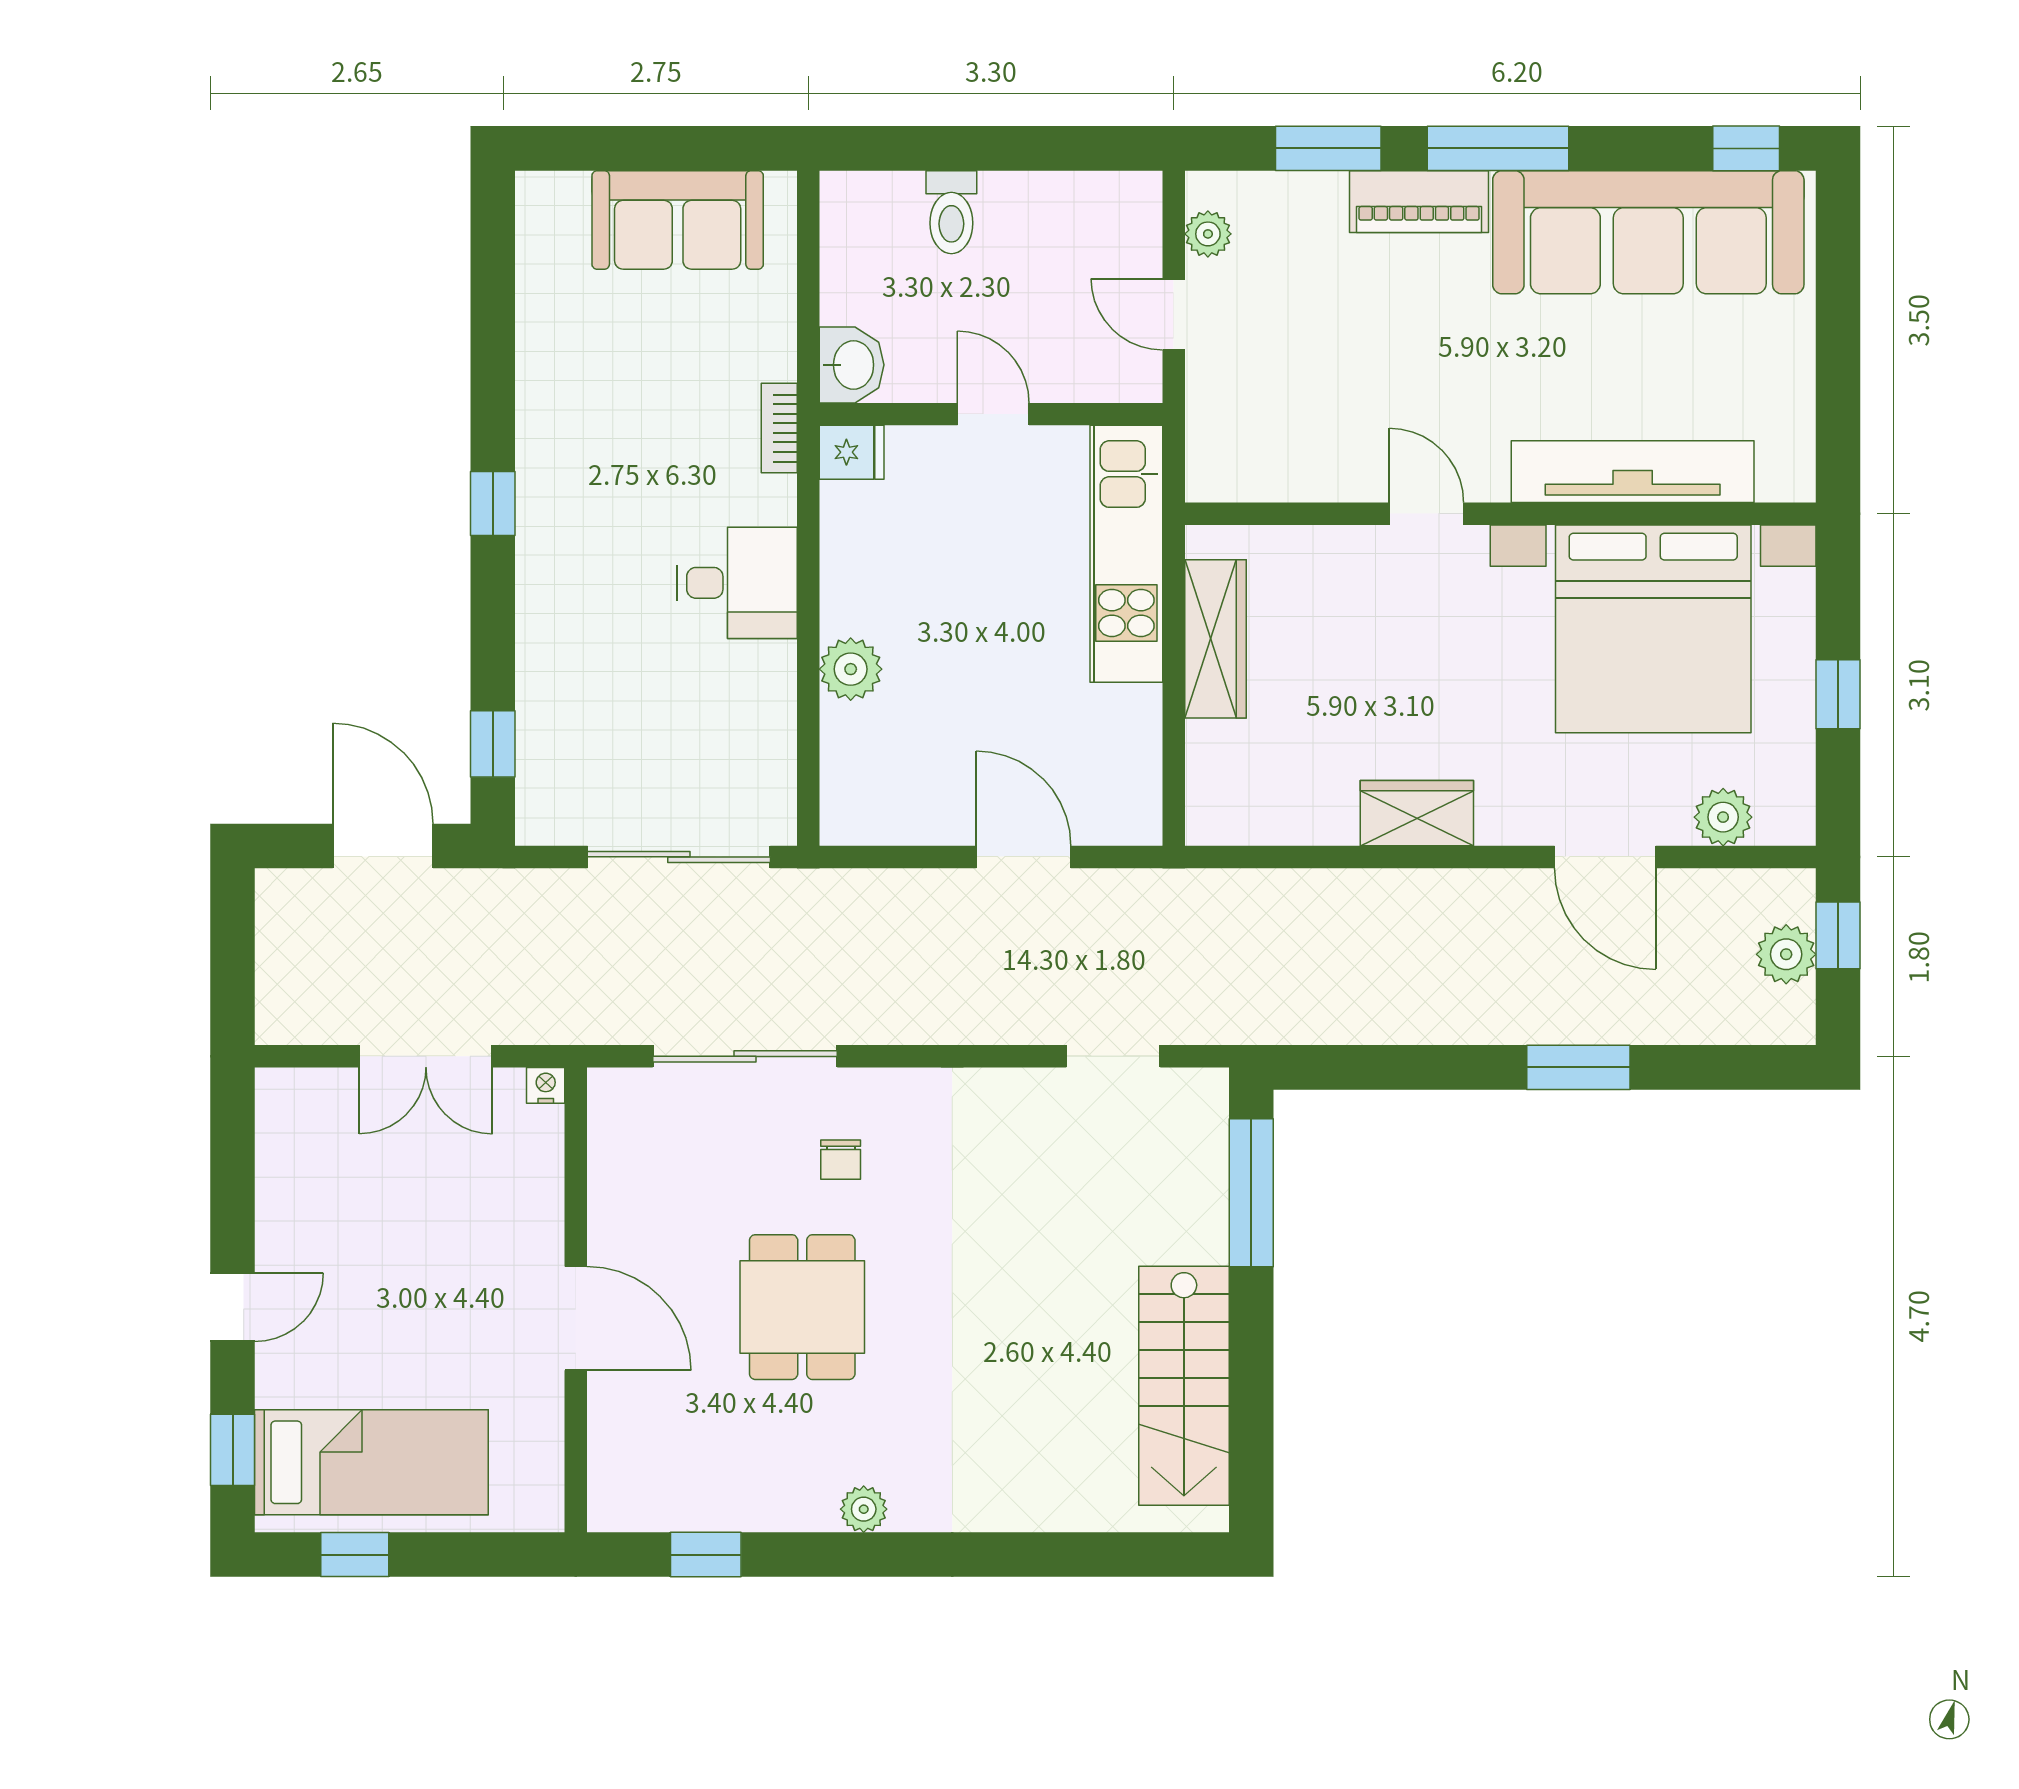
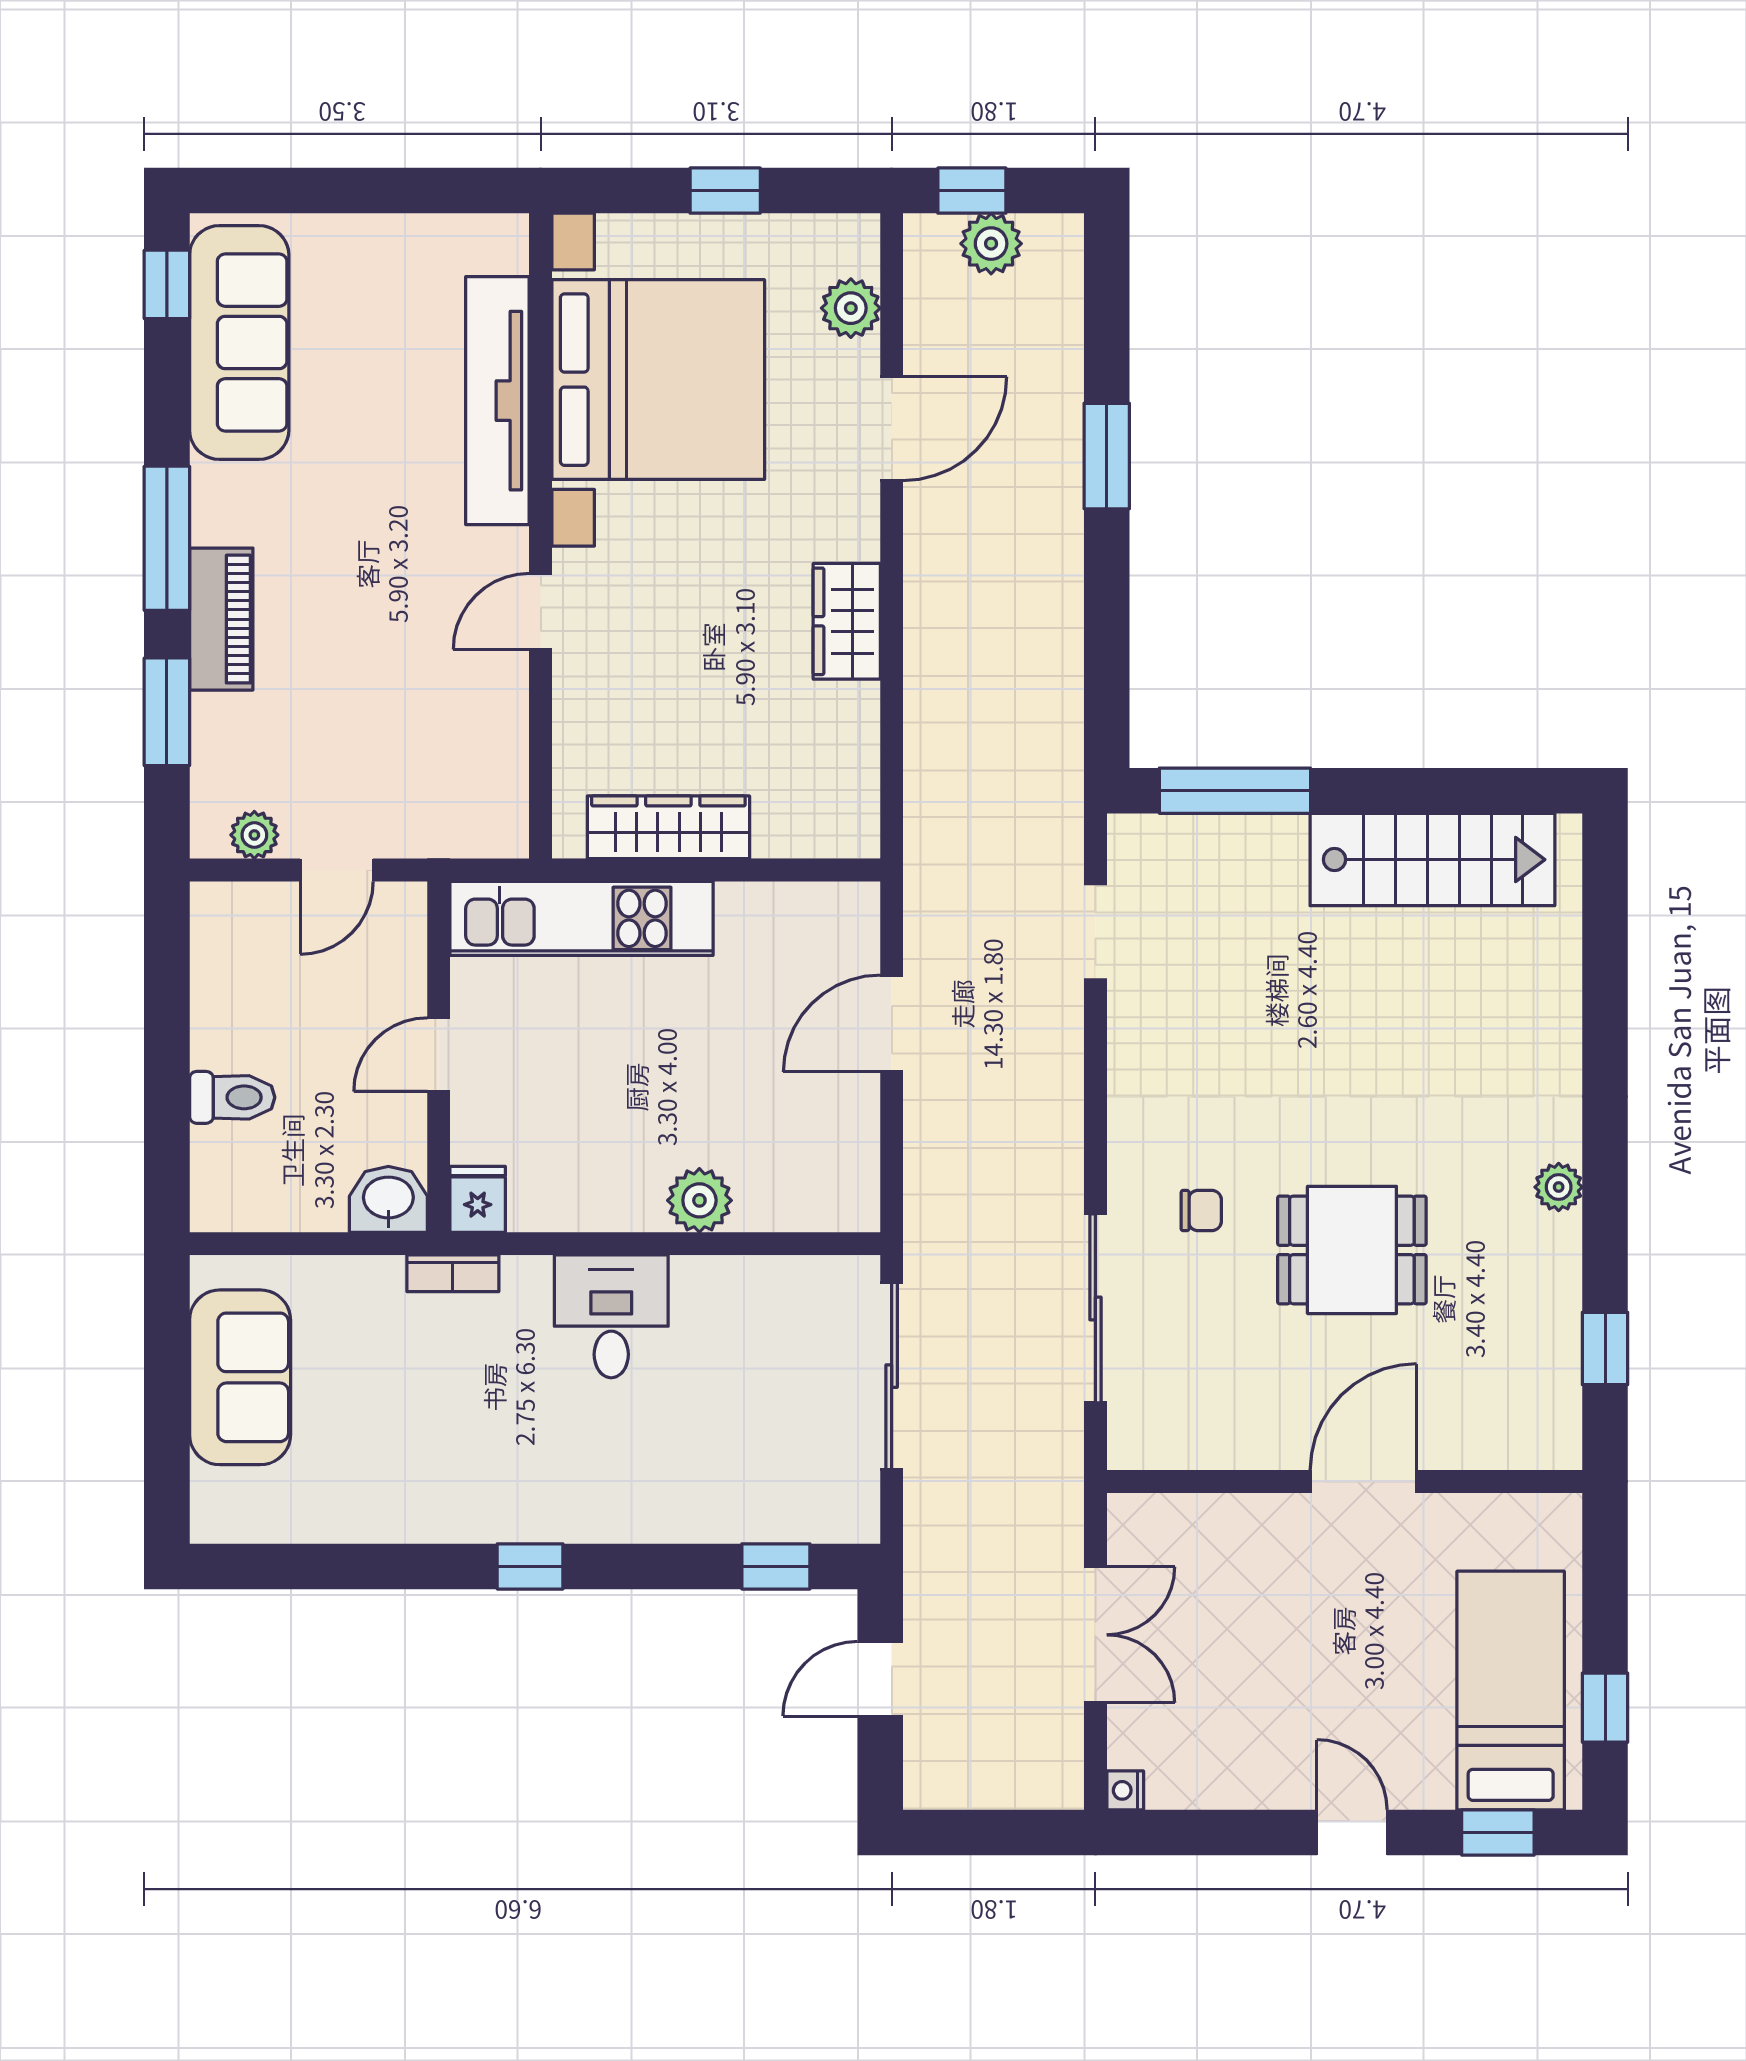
sofa: (1648, 232) -> (239, 342), width x0.74, depth x0.79
door: (383, 846) -> (880, 1679), width x0.73
nightstand: (546, 1085) -> (1125, 1790), moved

